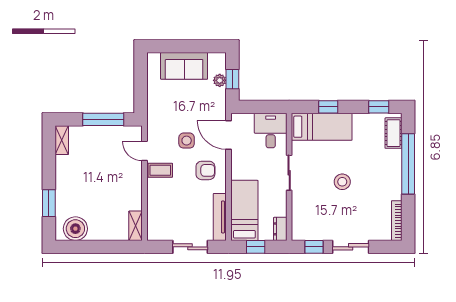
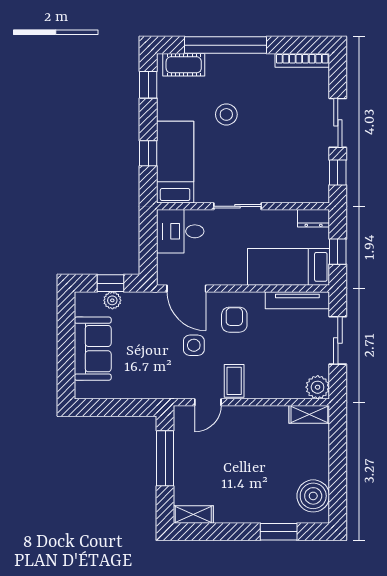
door: (228, 135) -> (186, 288), hinge flipped
stool: (342, 182) -> (226, 114), moved
plant: (156, 232) -> (318, 387), added

